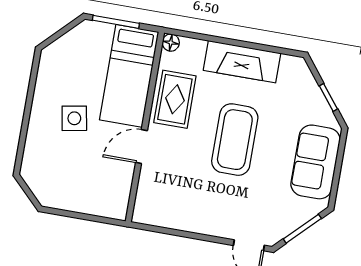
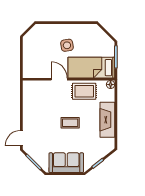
coffee table: (235, 140) -> (70, 123), width x0.54, depth x0.58

